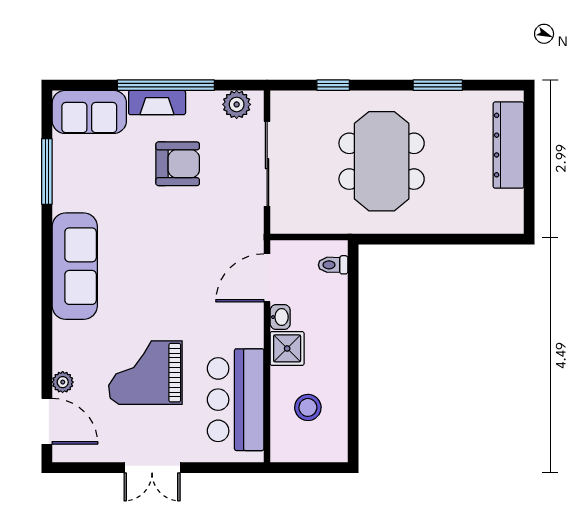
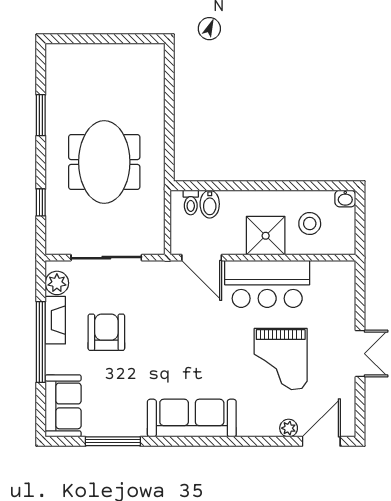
fireplace: (157, 103) -> (55, 320), moved
dresser: (509, 145) -> (91, 56), removed
meeting table: (382, 161) -> (104, 162), turned 90
bidet: (331, 288) -> (210, 204), added
washbasin: (280, 317) -> (345, 198), moved, turned 180
shower: (287, 348) -> (266, 236), width x1.36, depth x1.36
bar counter: (236, 400) -> (267, 284), moved

